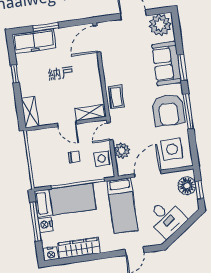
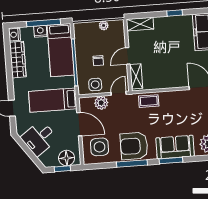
door: (110, 131) -> (119, 93), hinge flipped
plant: (34, 153) -> (104, 25), added

